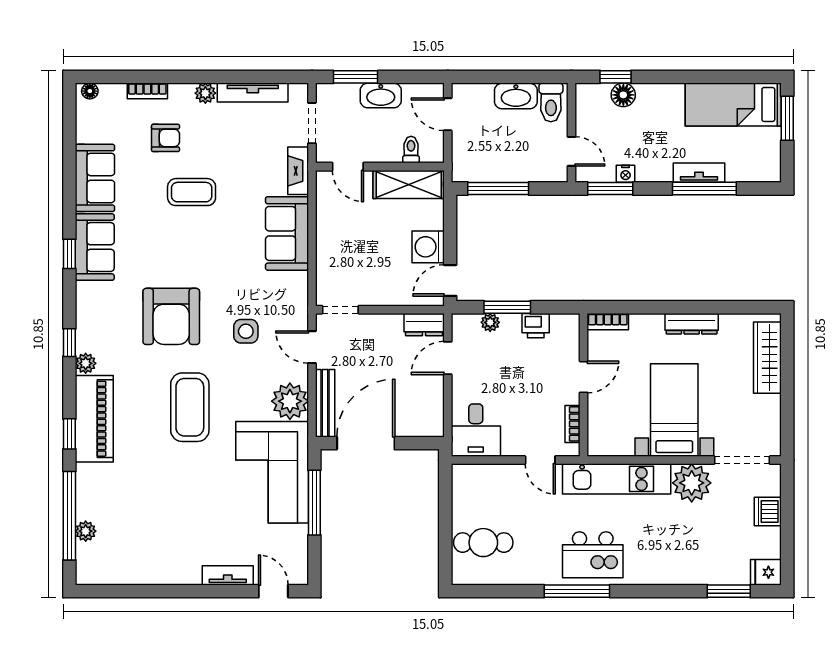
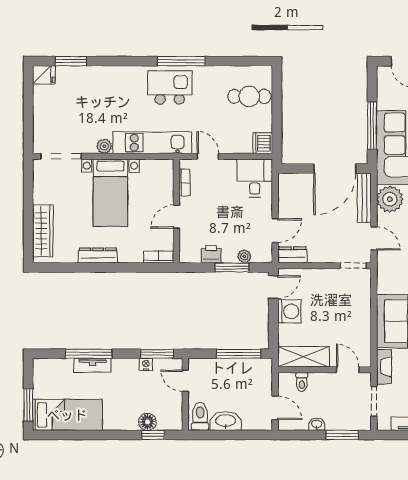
washbasin: (381, 95) -> (317, 424), width x0.52, depth x0.69
plant: (692, 483) -> (104, 146), width x0.53, depth x0.53
dishwasher: (768, 511) -> (263, 143), moved, turned 180

